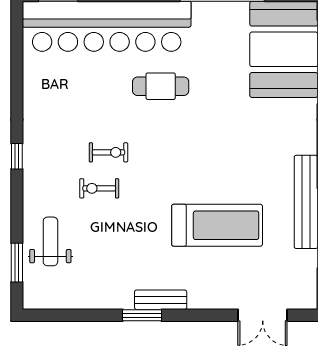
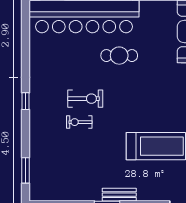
exercise bike: (108, 152) -> (85, 99), width x1.38, depth x1.39
weight bench: (50, 241) -> (47, 157), removed

